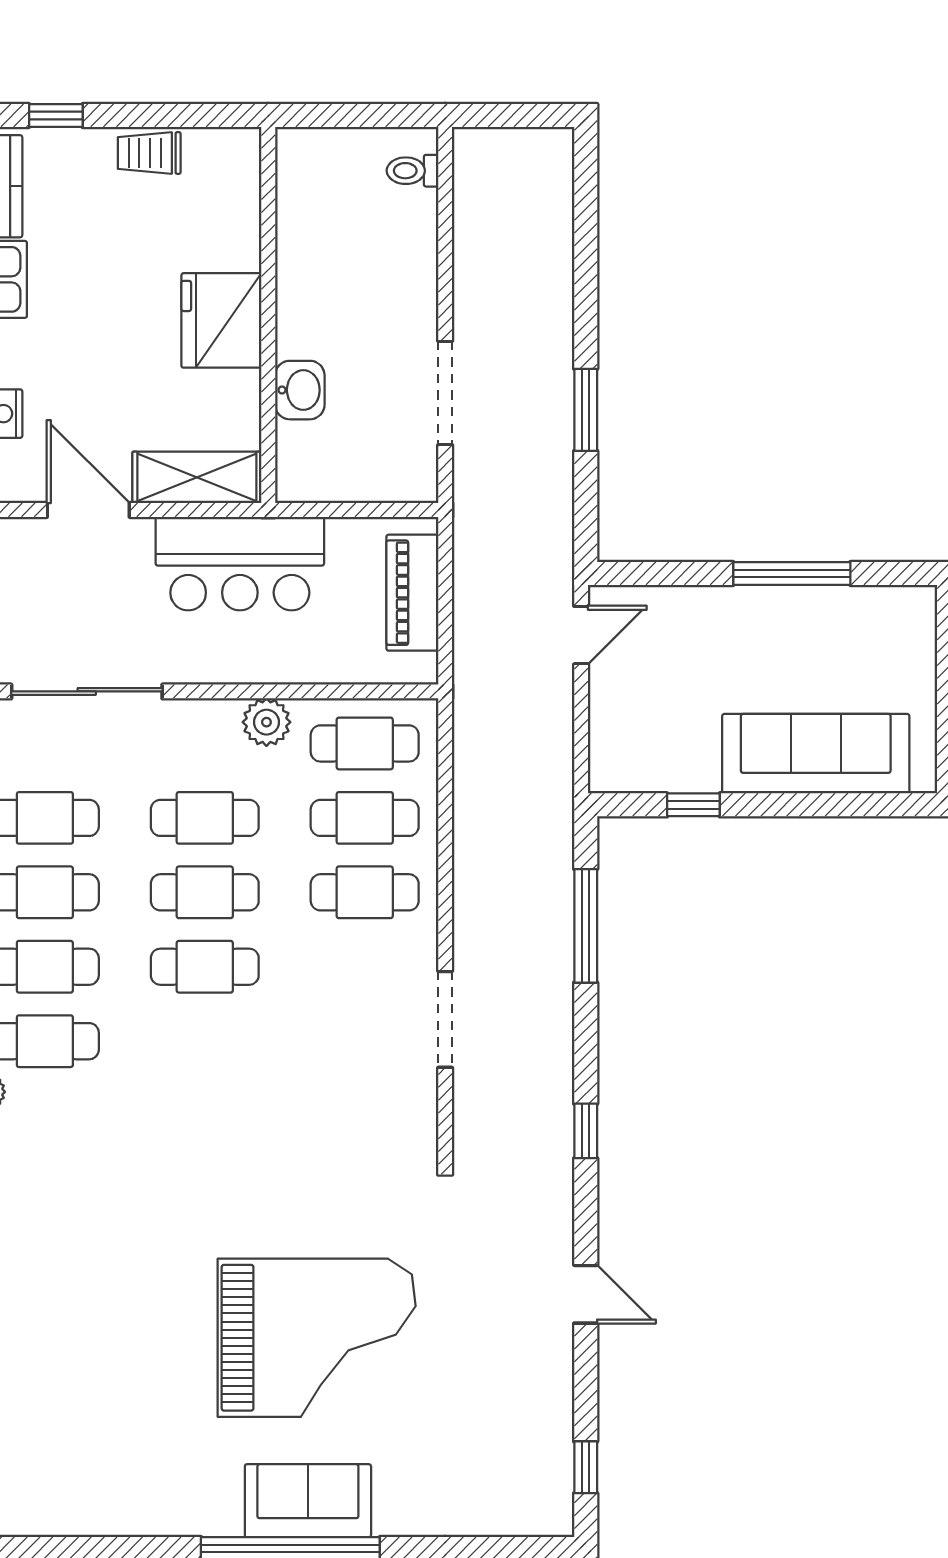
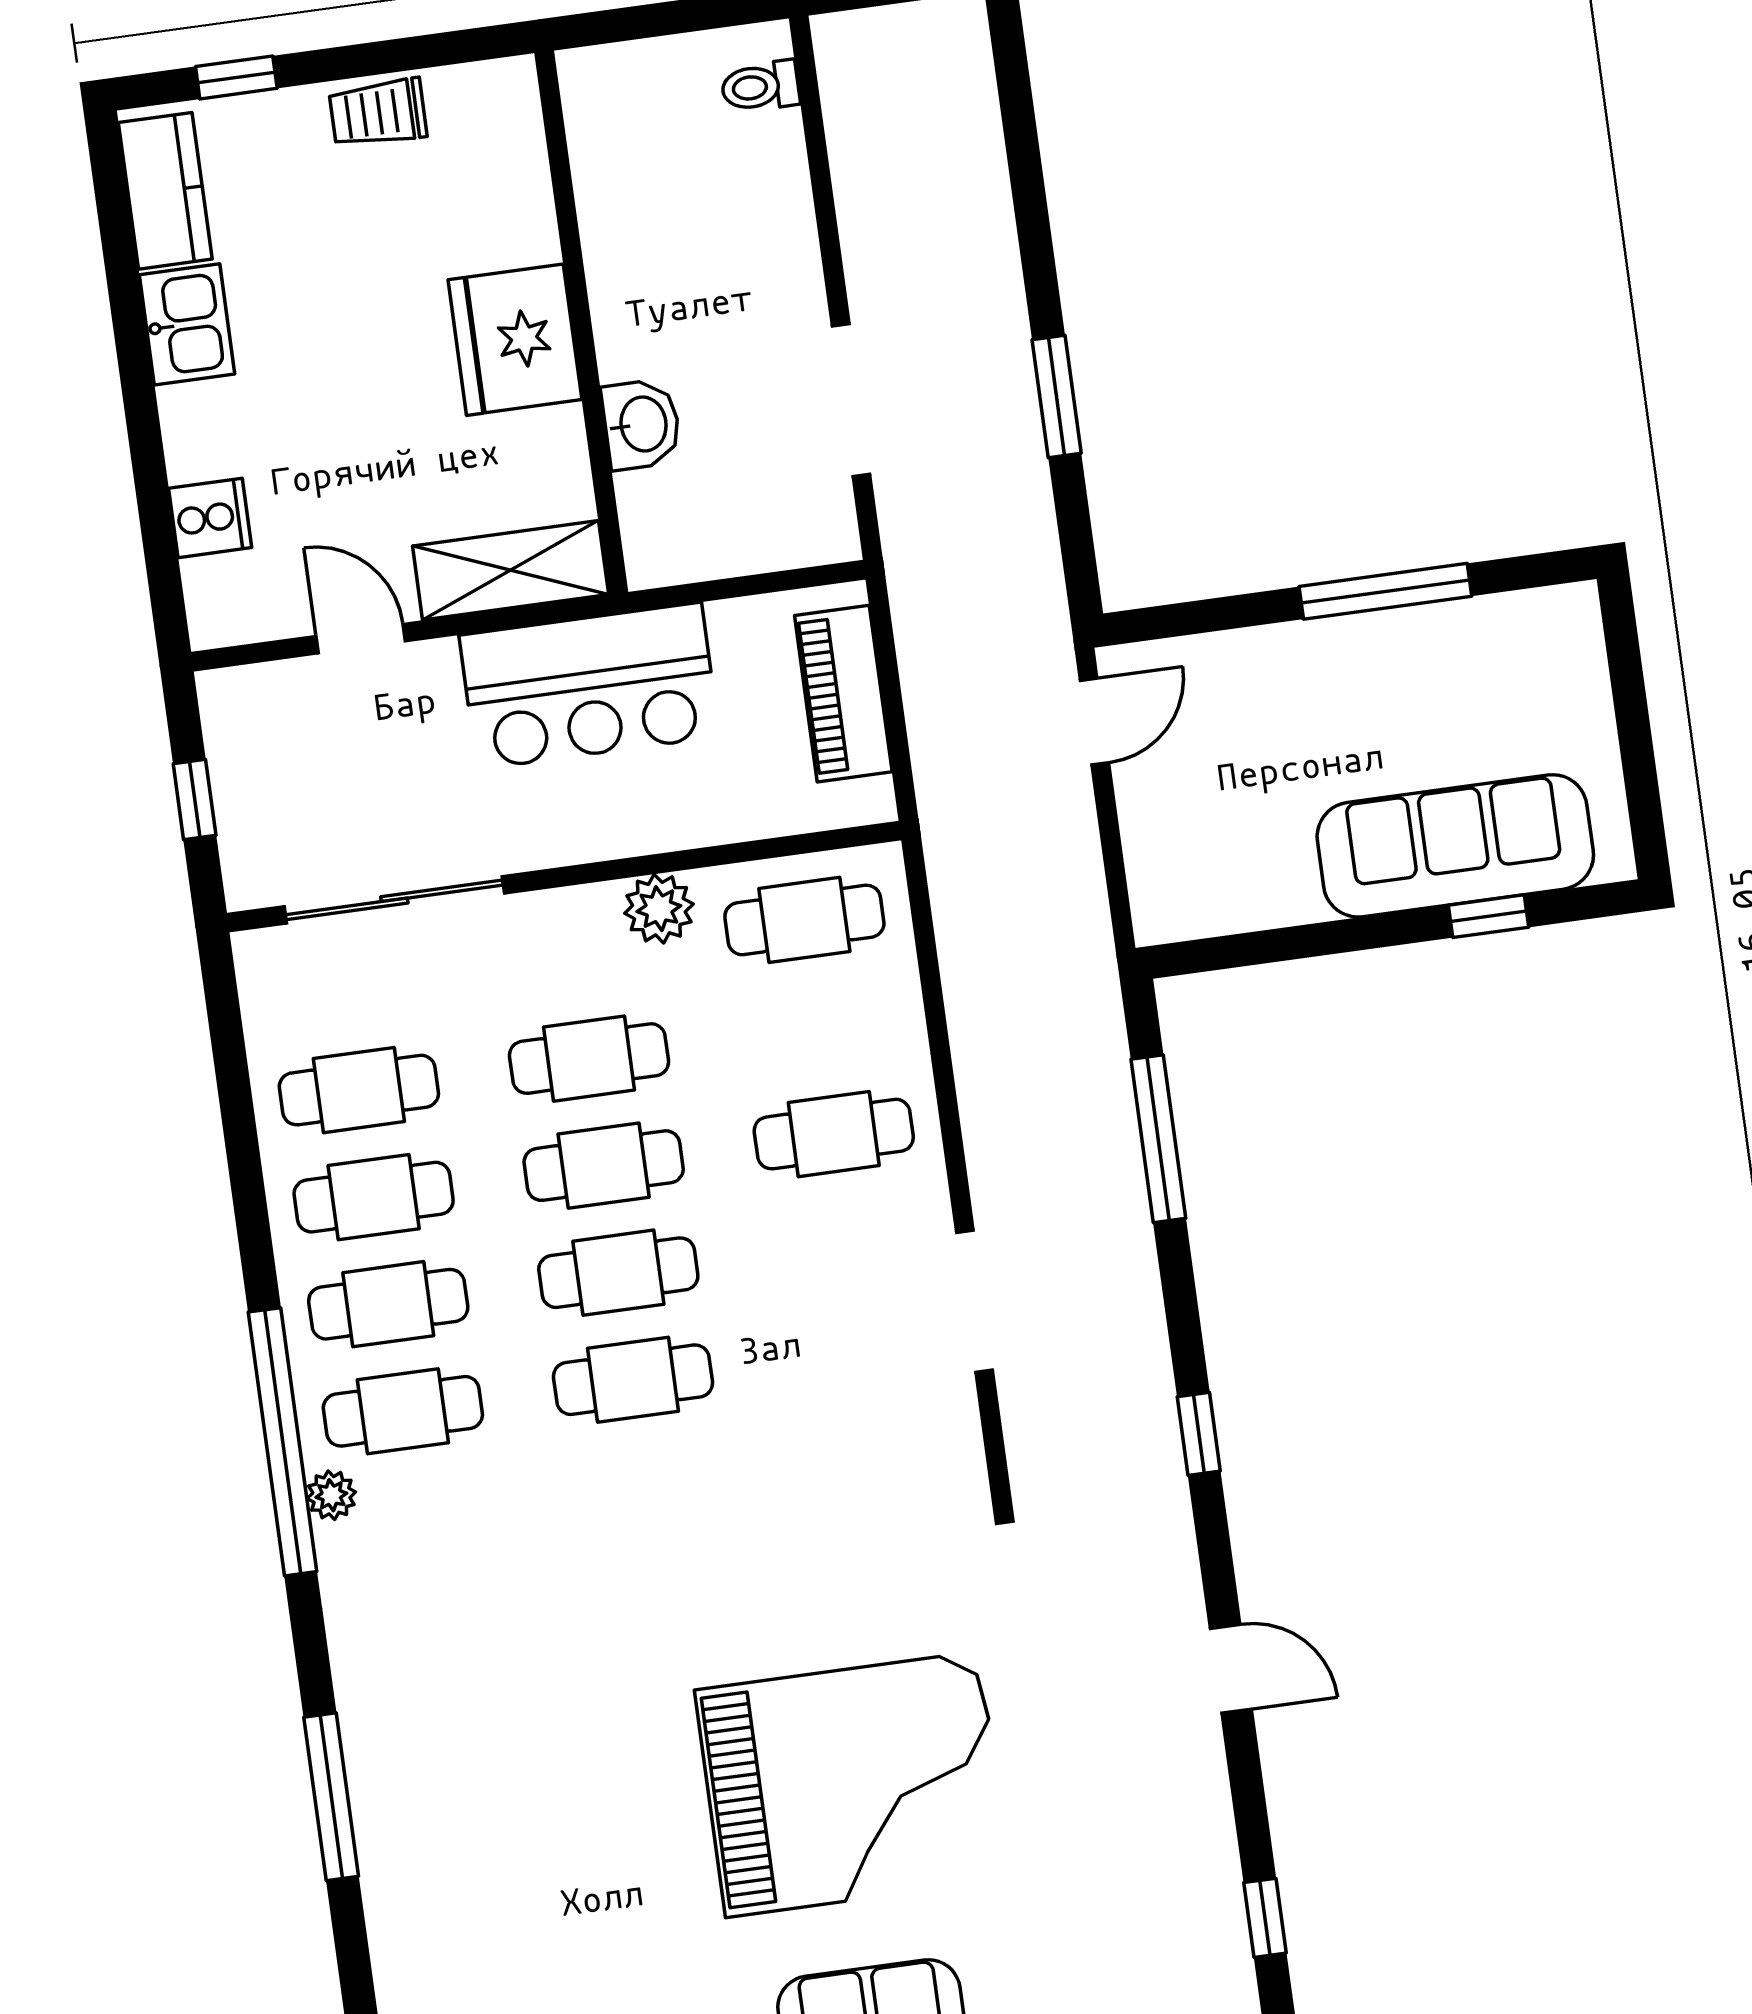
door: (88, 510) -> (361, 639), width x0.73
window: (693, 805) -> (1488, 916), moved
cafe table: (365, 818) -> (633, 1380), moved

